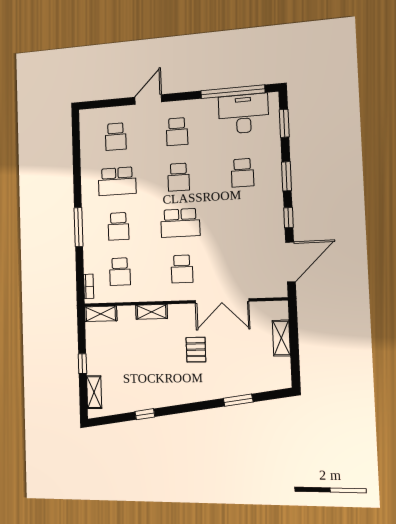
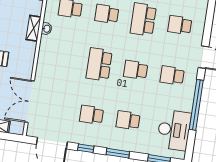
window: (233, 92) -> (196, 105), moved
school desk: (182, 269) -> (91, 115), moved
washbasin: (149, 296) -> (47, 29), added
double door: (222, 301) -> (30, 101), moved

